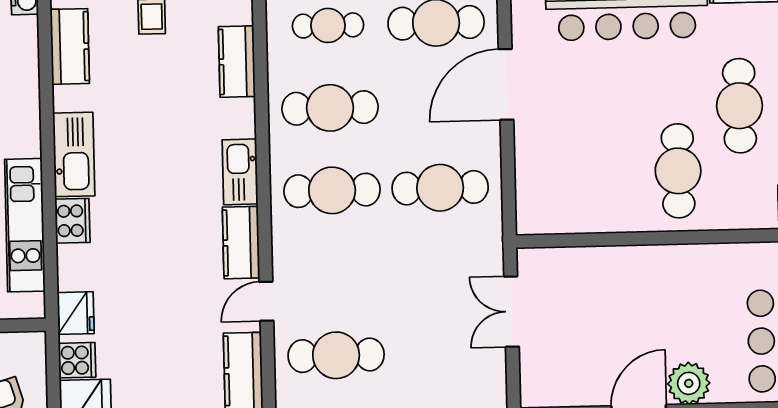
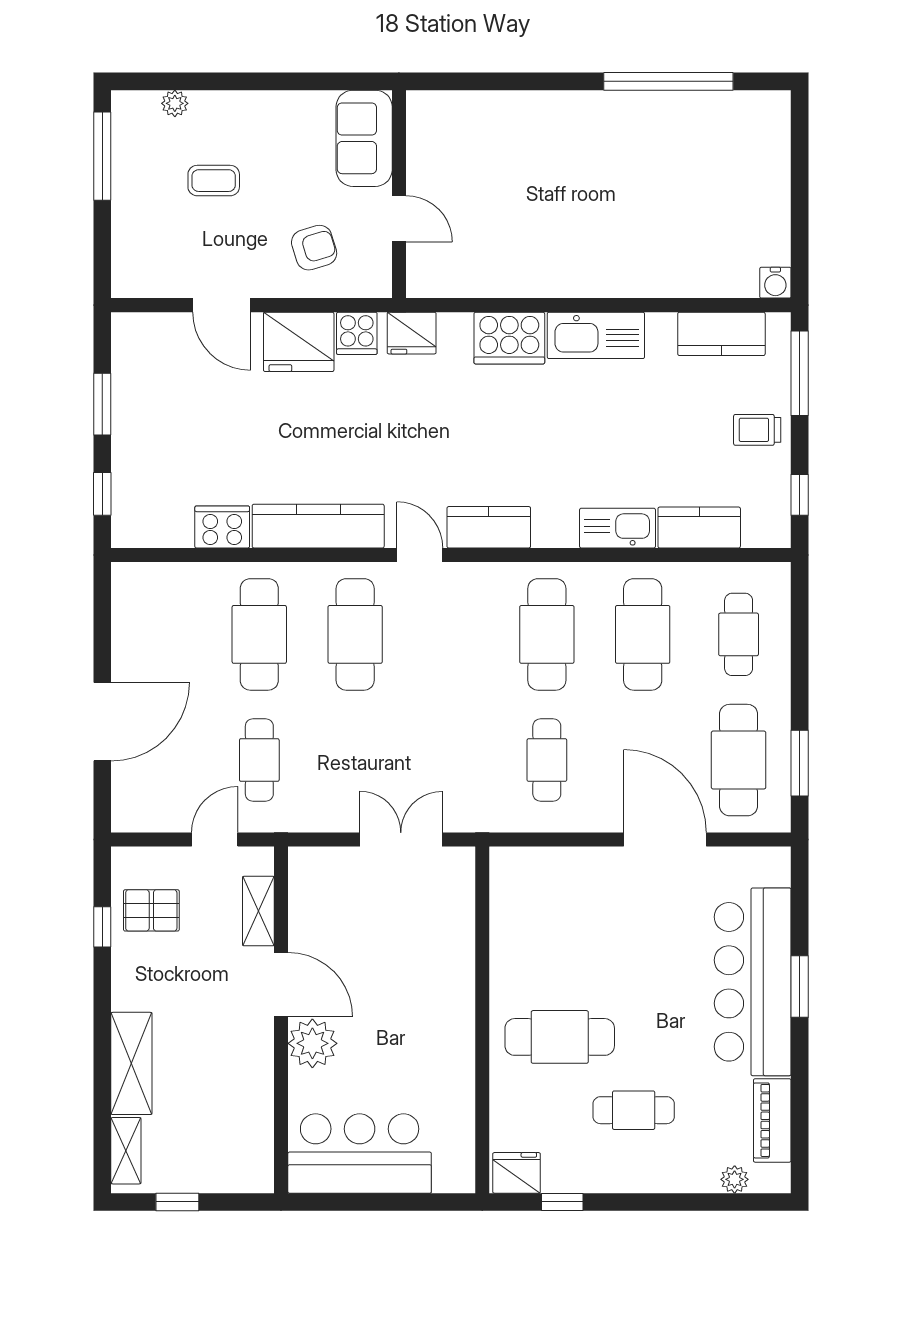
cafe table: (740, 106) -> (634, 1110), width x0.73, depth x0.74
kitchen sink: (240, 172) -> (617, 528), moved
cafe table: (440, 188) -> (547, 760), width x0.73, depth x0.74
cooker: (72, 221) -> (509, 338), width x1.37, depth x1.31
kitchen unit: (25, 225) -> (515, 277), removed

